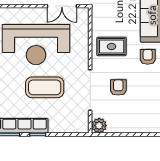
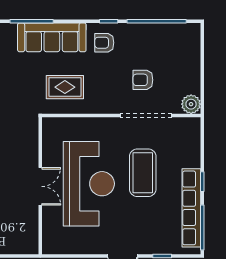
double door: (62, 6) -> (40, 186), moved
rug: (112, 46) -> (65, 87), moved, turned 90

